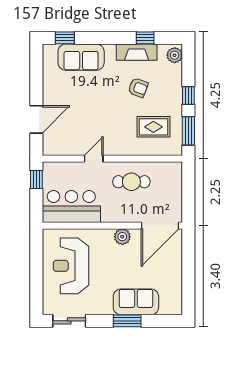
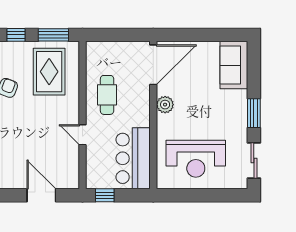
rug: (153, 127) -> (49, 72), width x1.36, depth x1.43
door: (160, 226) -> (153, 65), hinge flipped
sofa: (136, 302) -> (234, 65), moved
window: (127, 321) -> (254, 113), moved

